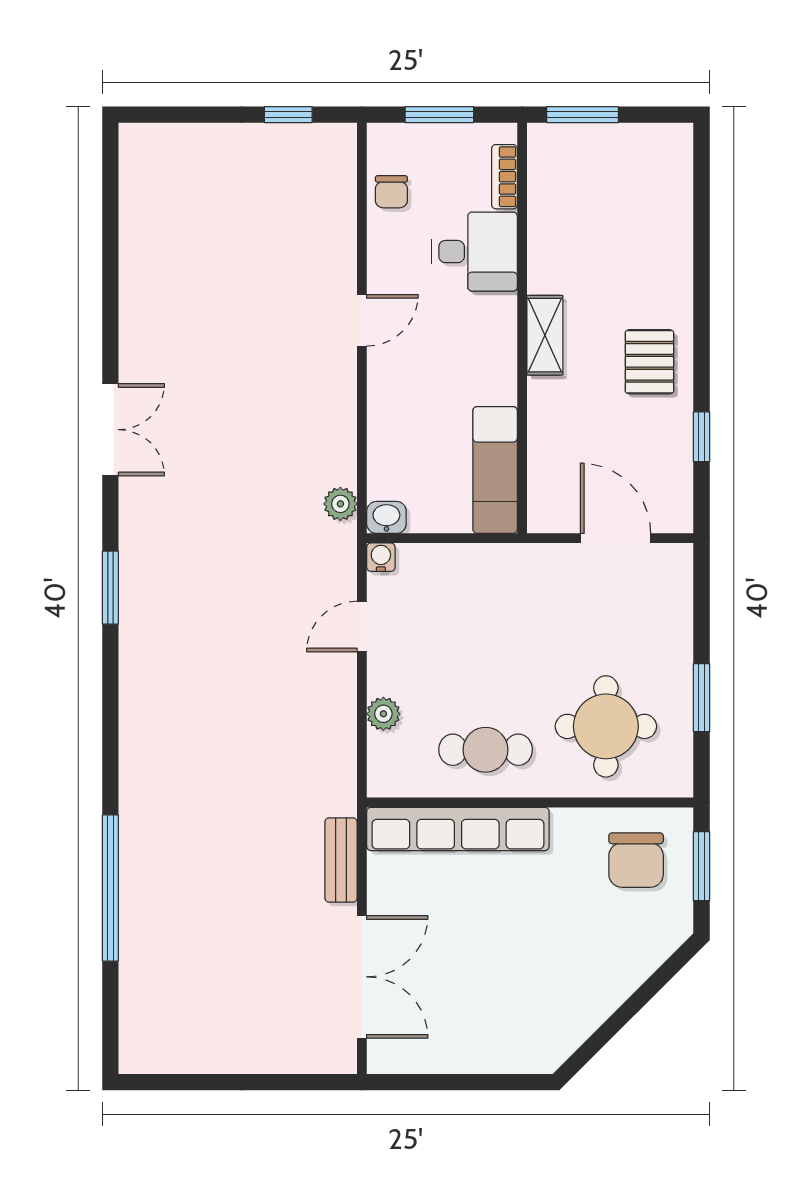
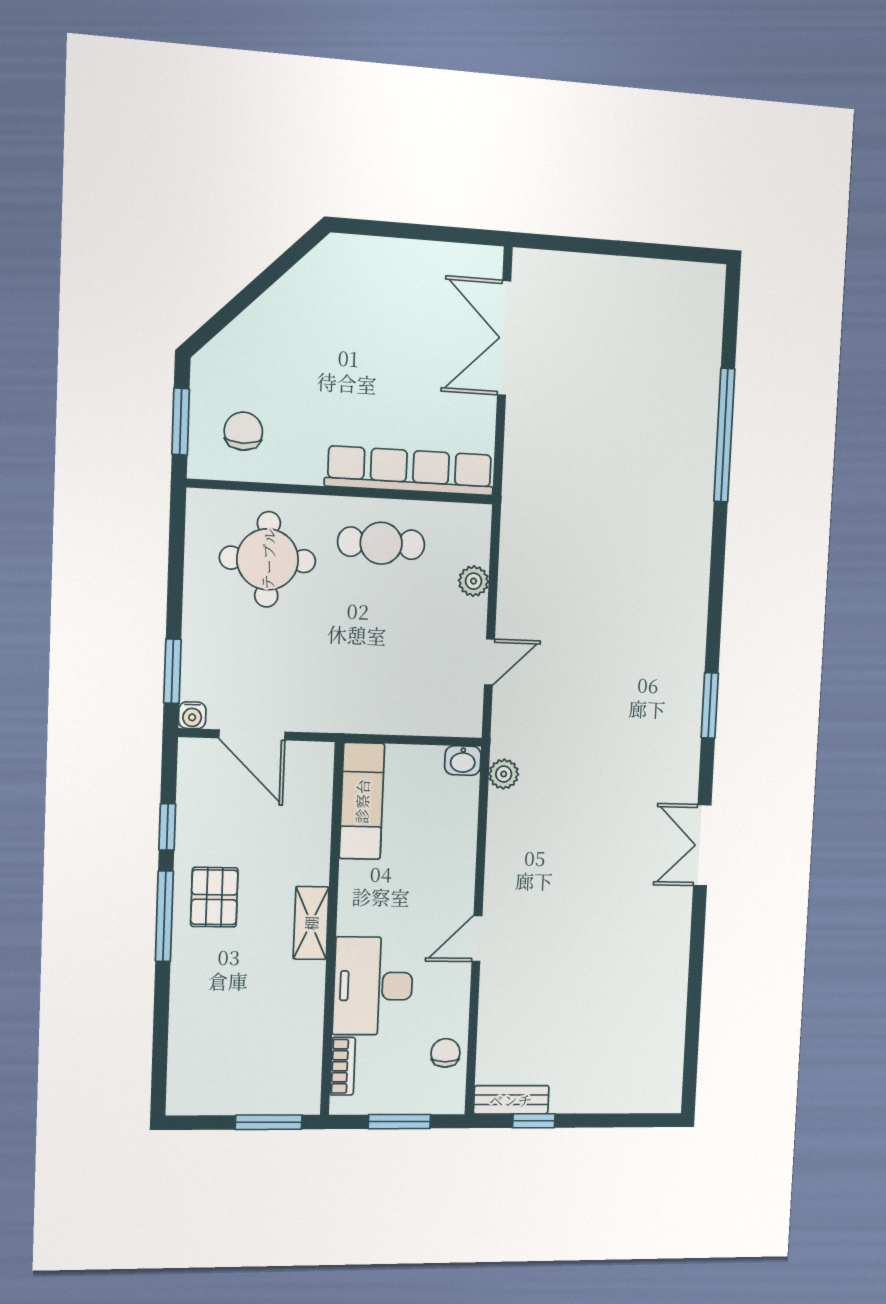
desk: (475, 252) -> (373, 986), width x1.37
window: (701, 340) -> (164, 916), added
water cooler: (381, 557) -> (192, 715), moved
window: (701, 698) -> (172, 671), moved
bench: (341, 860) -> (511, 1100), moved, turned 90
chair: (636, 860) -> (243, 431), width x0.73, depth x0.73

